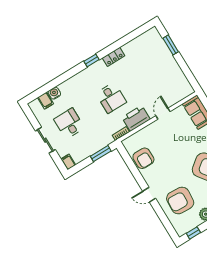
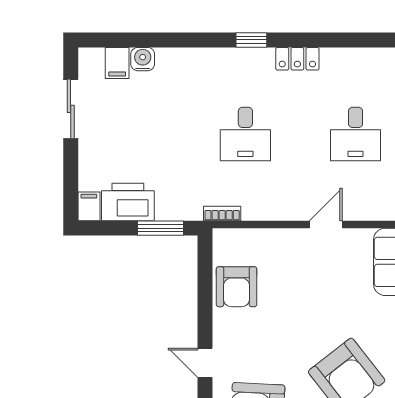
printer: (136, 118) -> (128, 202), moved
desk: (69, 124) -> (356, 134), moved, turned 180
sliding door: (45, 140) -> (71, 109), moved

